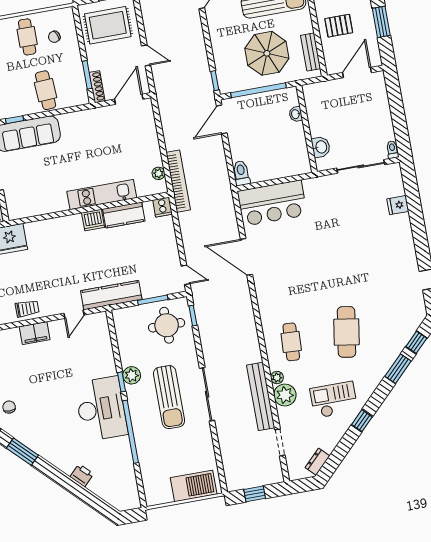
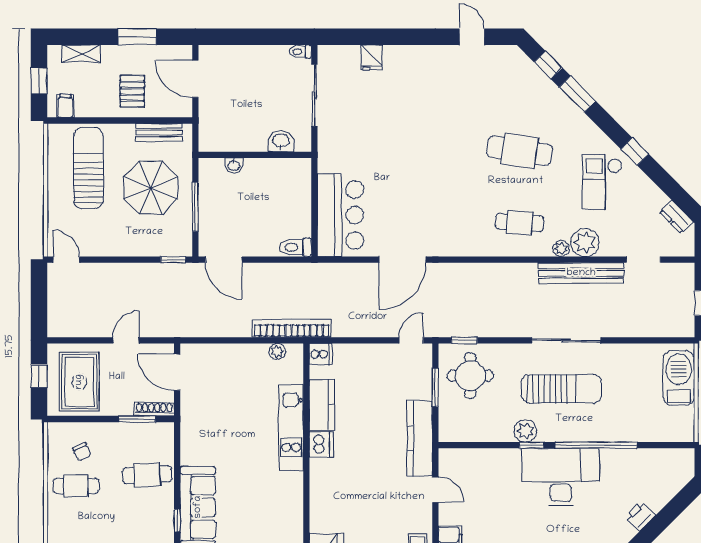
window: (259, 90) -> (195, 207), width x0.68

